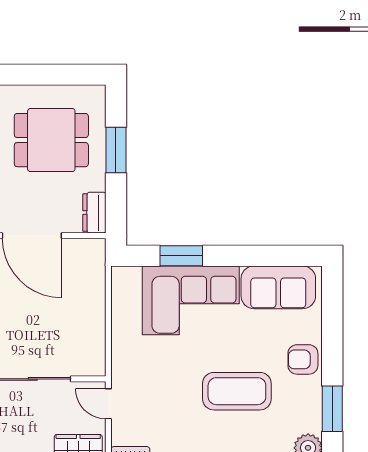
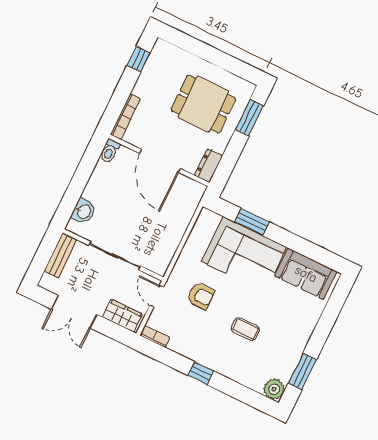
window: (116, 150) -> (249, 118), moved
armchair: (303, 359) -> (201, 296), moved, turned 180
coffee table: (237, 391) -> (245, 329), width x0.54, depth x0.58

